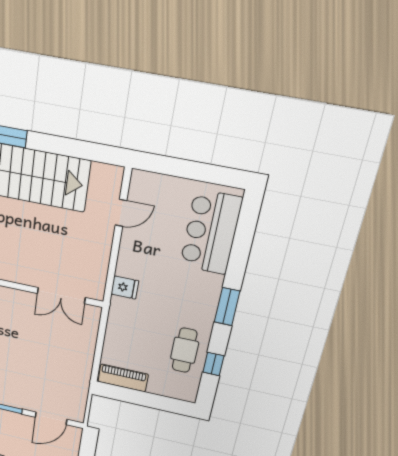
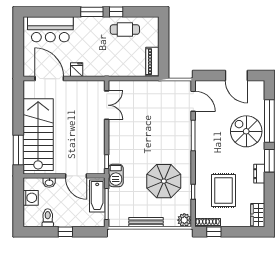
door: (121, 213) -> (49, 79), width x1.87
fridge: (125, 287) -> (77, 70), moved
window: (213, 364) -> (116, 12), moved

